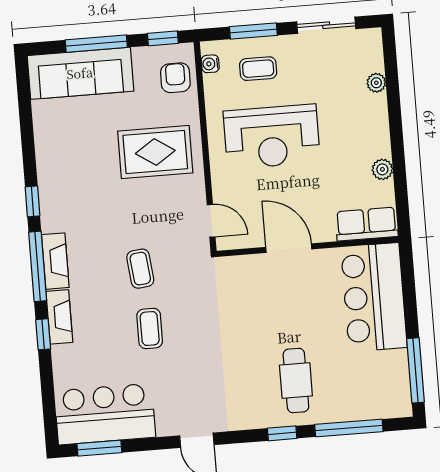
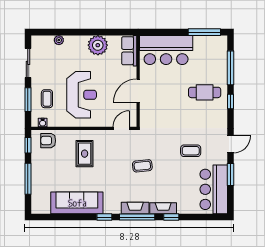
sofa: (80, 73) -> (77, 203), moved, turned -90
rug: (155, 152) -> (85, 154), width x0.73, depth x0.70
plant: (382, 169) -> (98, 45), width x1.87, depth x1.87
coffee table: (150, 328) -> (191, 151), moved
window: (99, 448) -> (231, 174), moved

